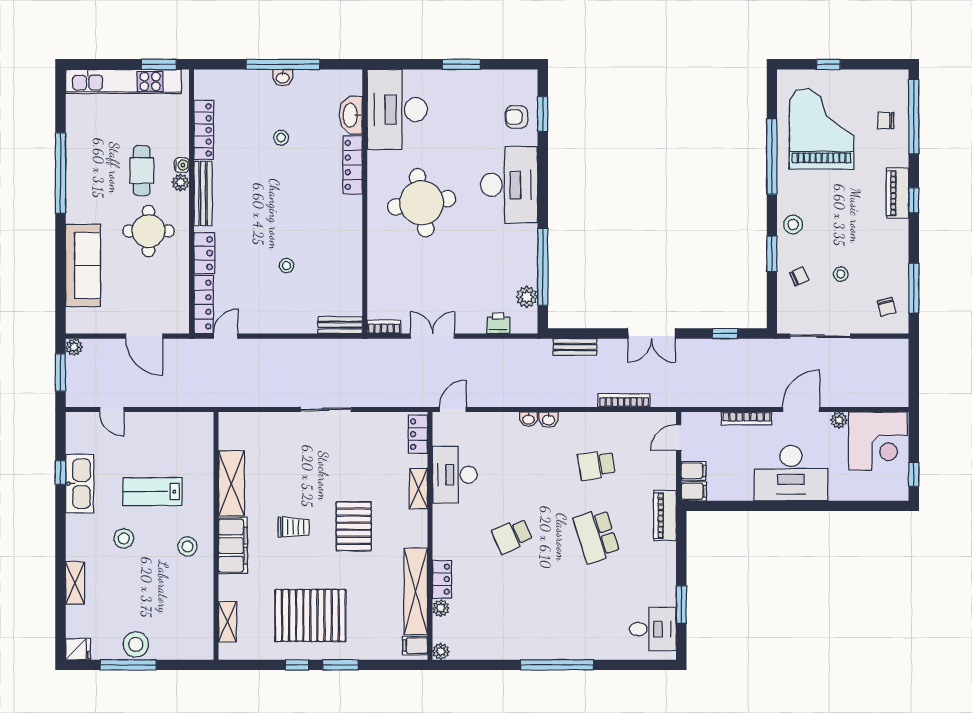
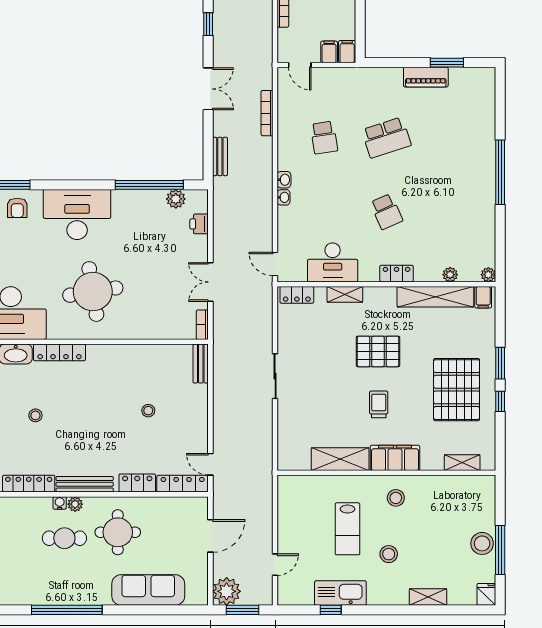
plant: (74, 347) -> (227, 591), width x1.88, depth x1.88
piano: (665, 516) -> (426, 77), moved
locker: (442, 579) -> (397, 274), moved
desk: (653, 629) -> (469, 88), removed

